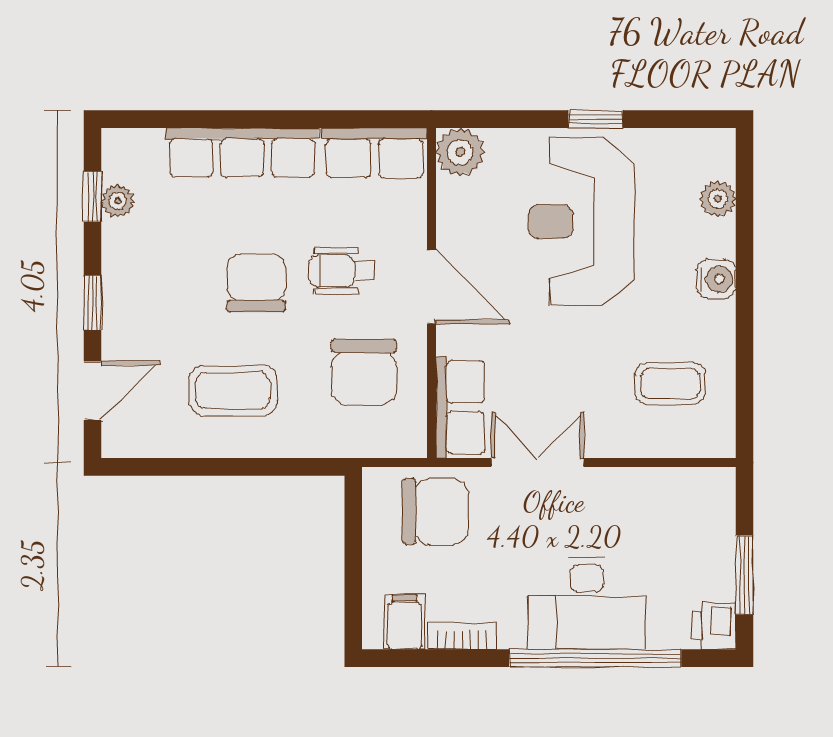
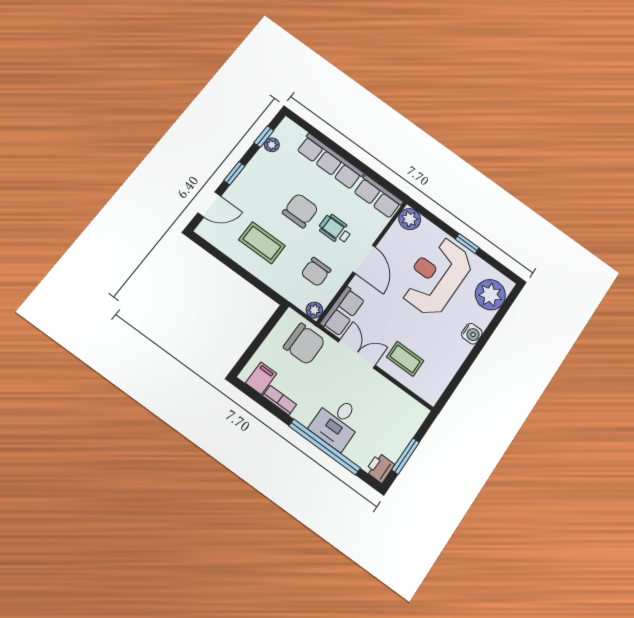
plant: (718, 199) -> (490, 295), width x1.88, depth x1.88
chair: (364, 372) -> (316, 272), width x0.73, depth x0.73
coffee table: (670, 384) -> (405, 359), moved
plant: (410, 441) -> (314, 310), added
desk: (587, 603) -> (337, 423), width x0.73

